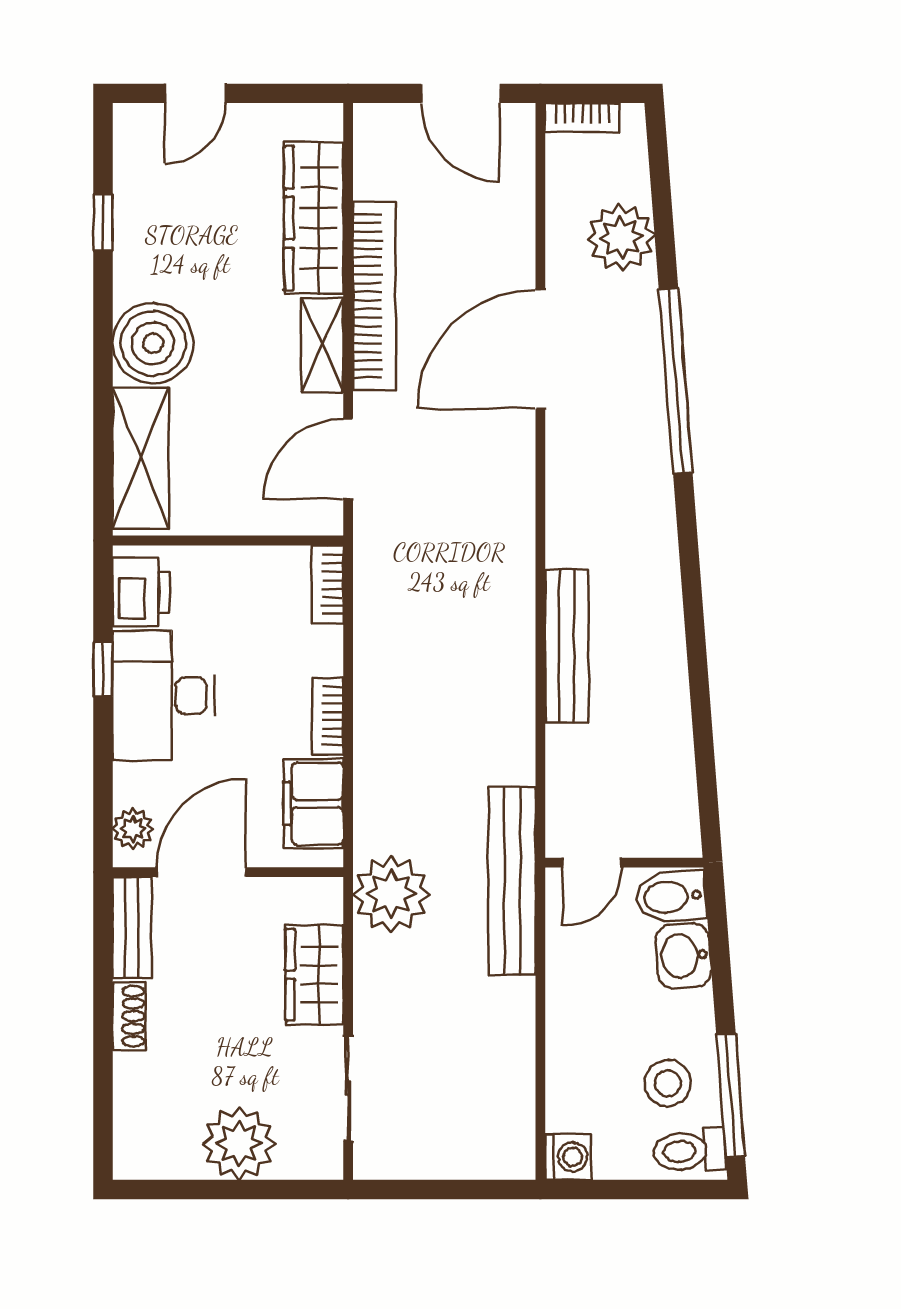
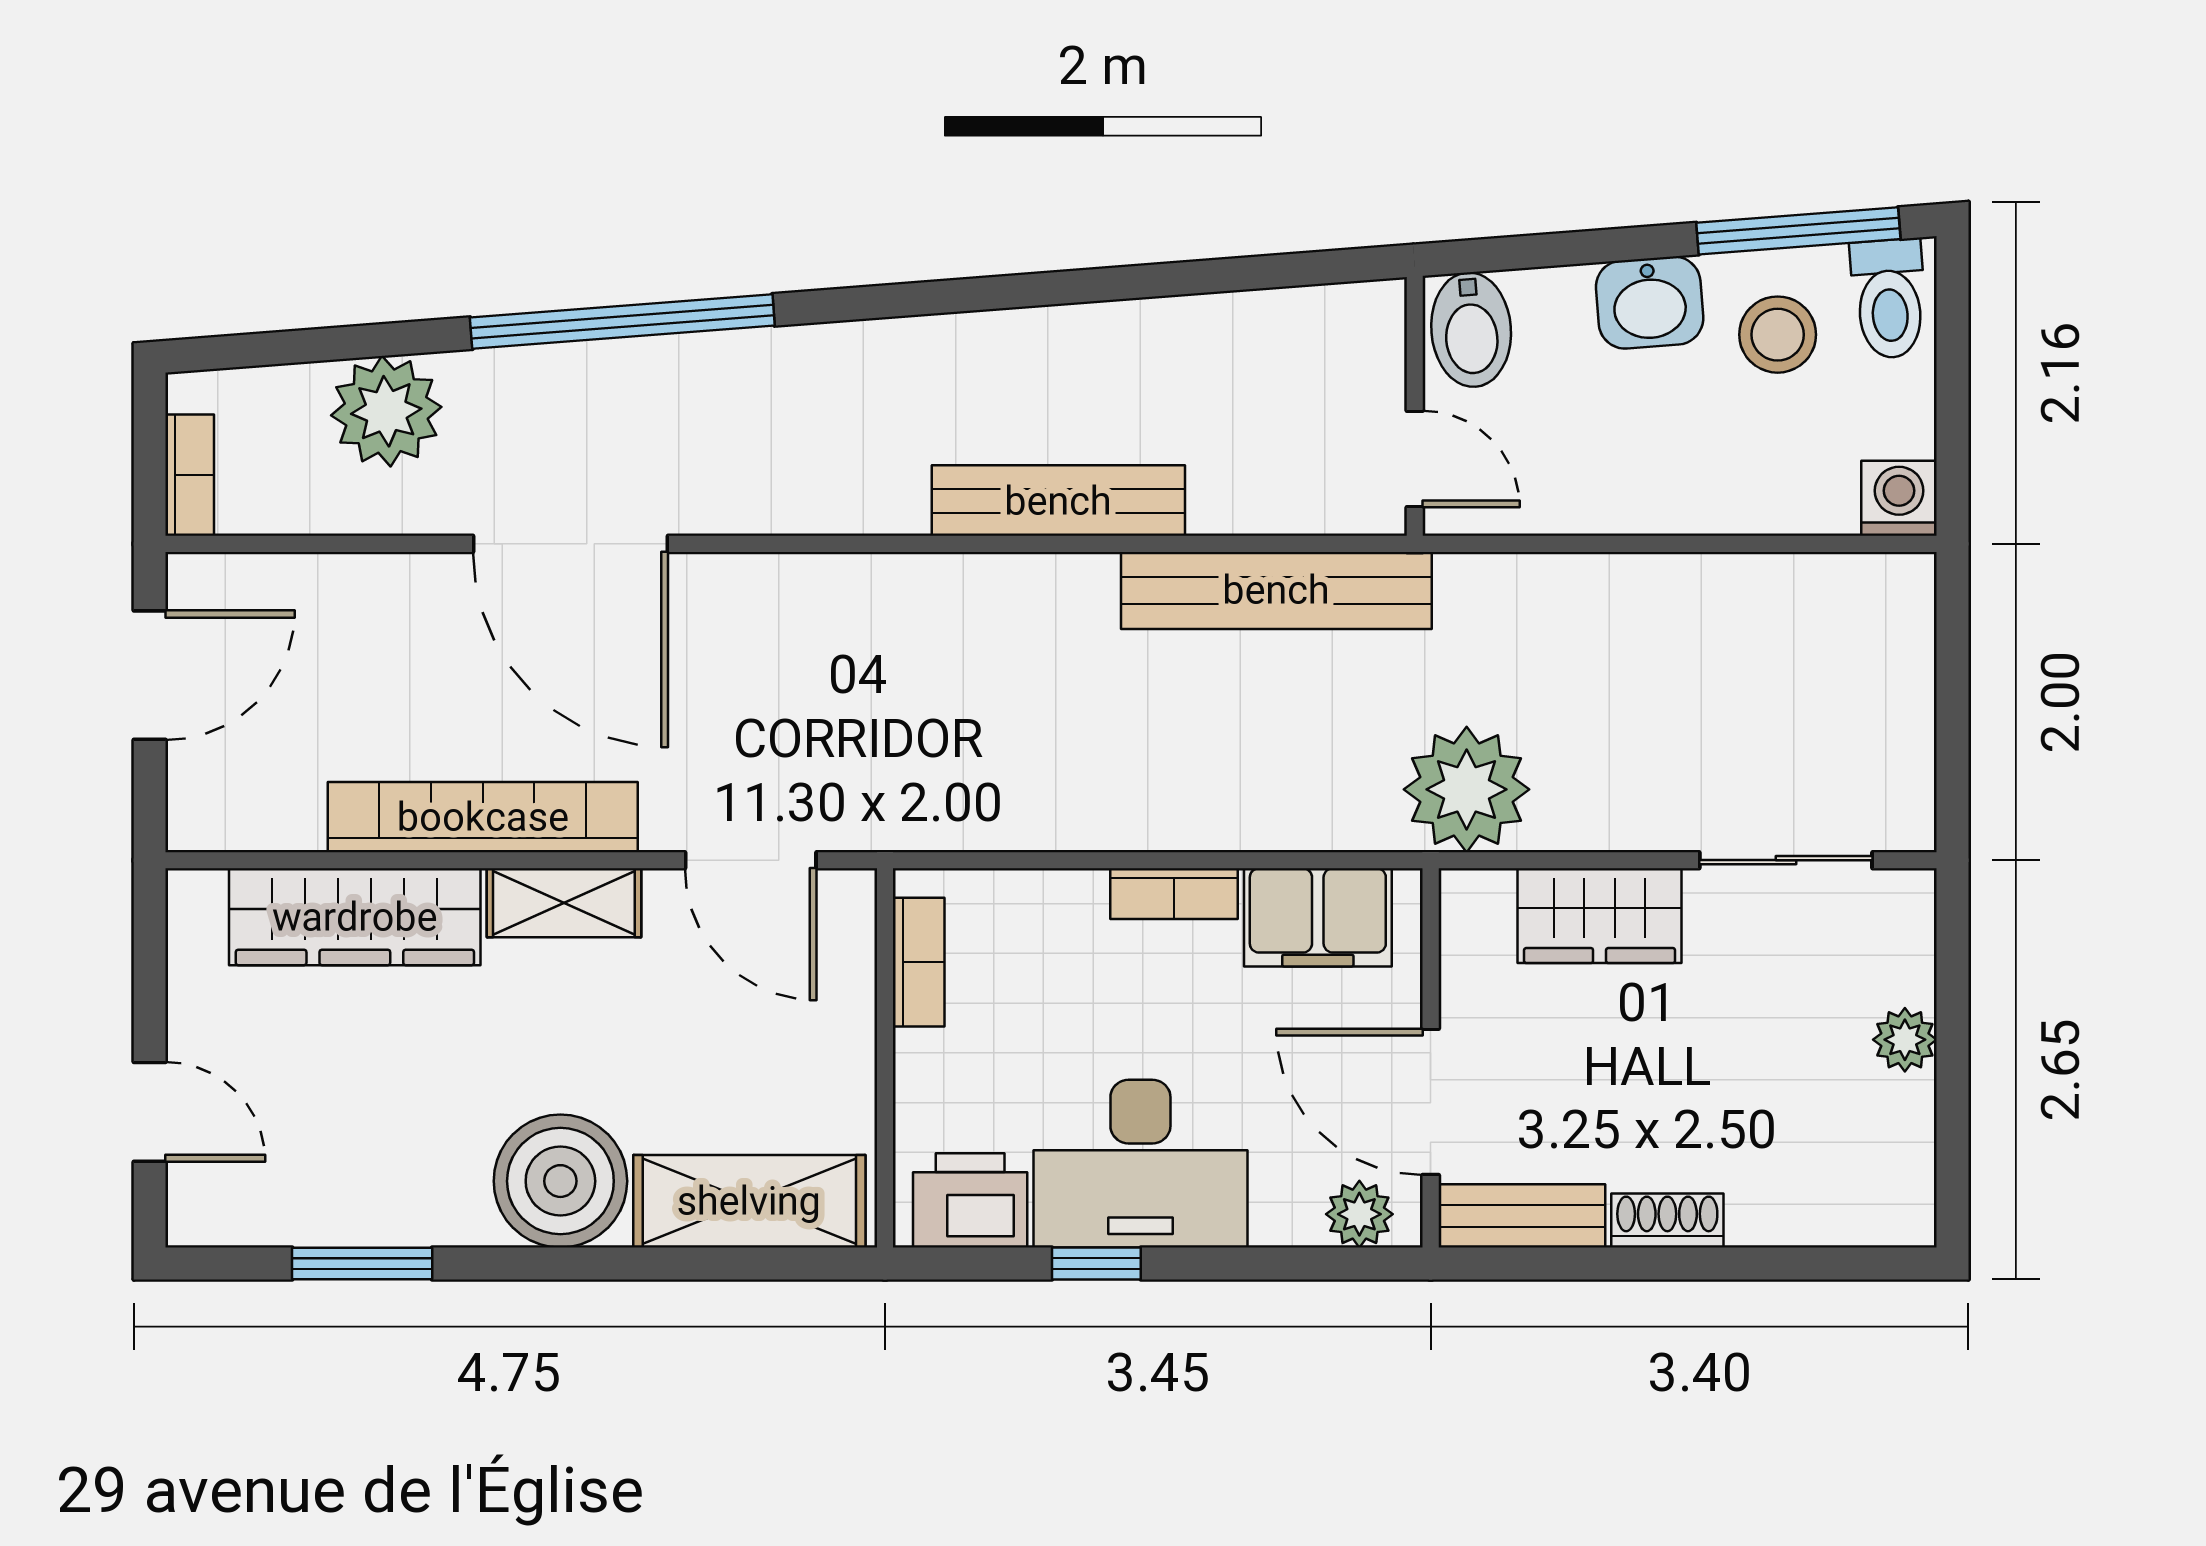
window: (103, 223) -> (362, 1263), width x1.50
bookcase: (328, 584) -> (919, 962), moved, turned -90
bench: (512, 881) -> (1276, 590), moved
washbasin: (683, 956) -> (1650, 303), moved
plant: (239, 1144) -> (1905, 1040), width x0.53, depth x0.53

